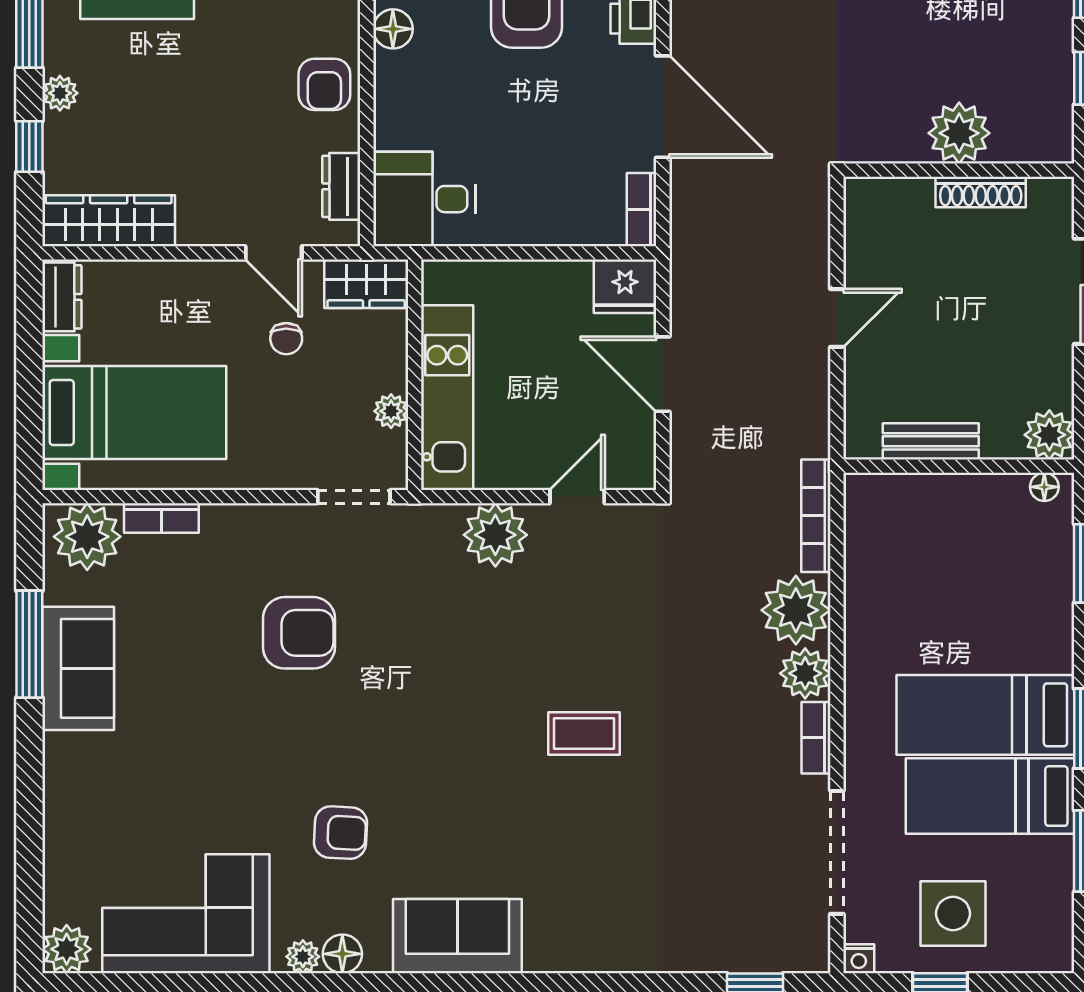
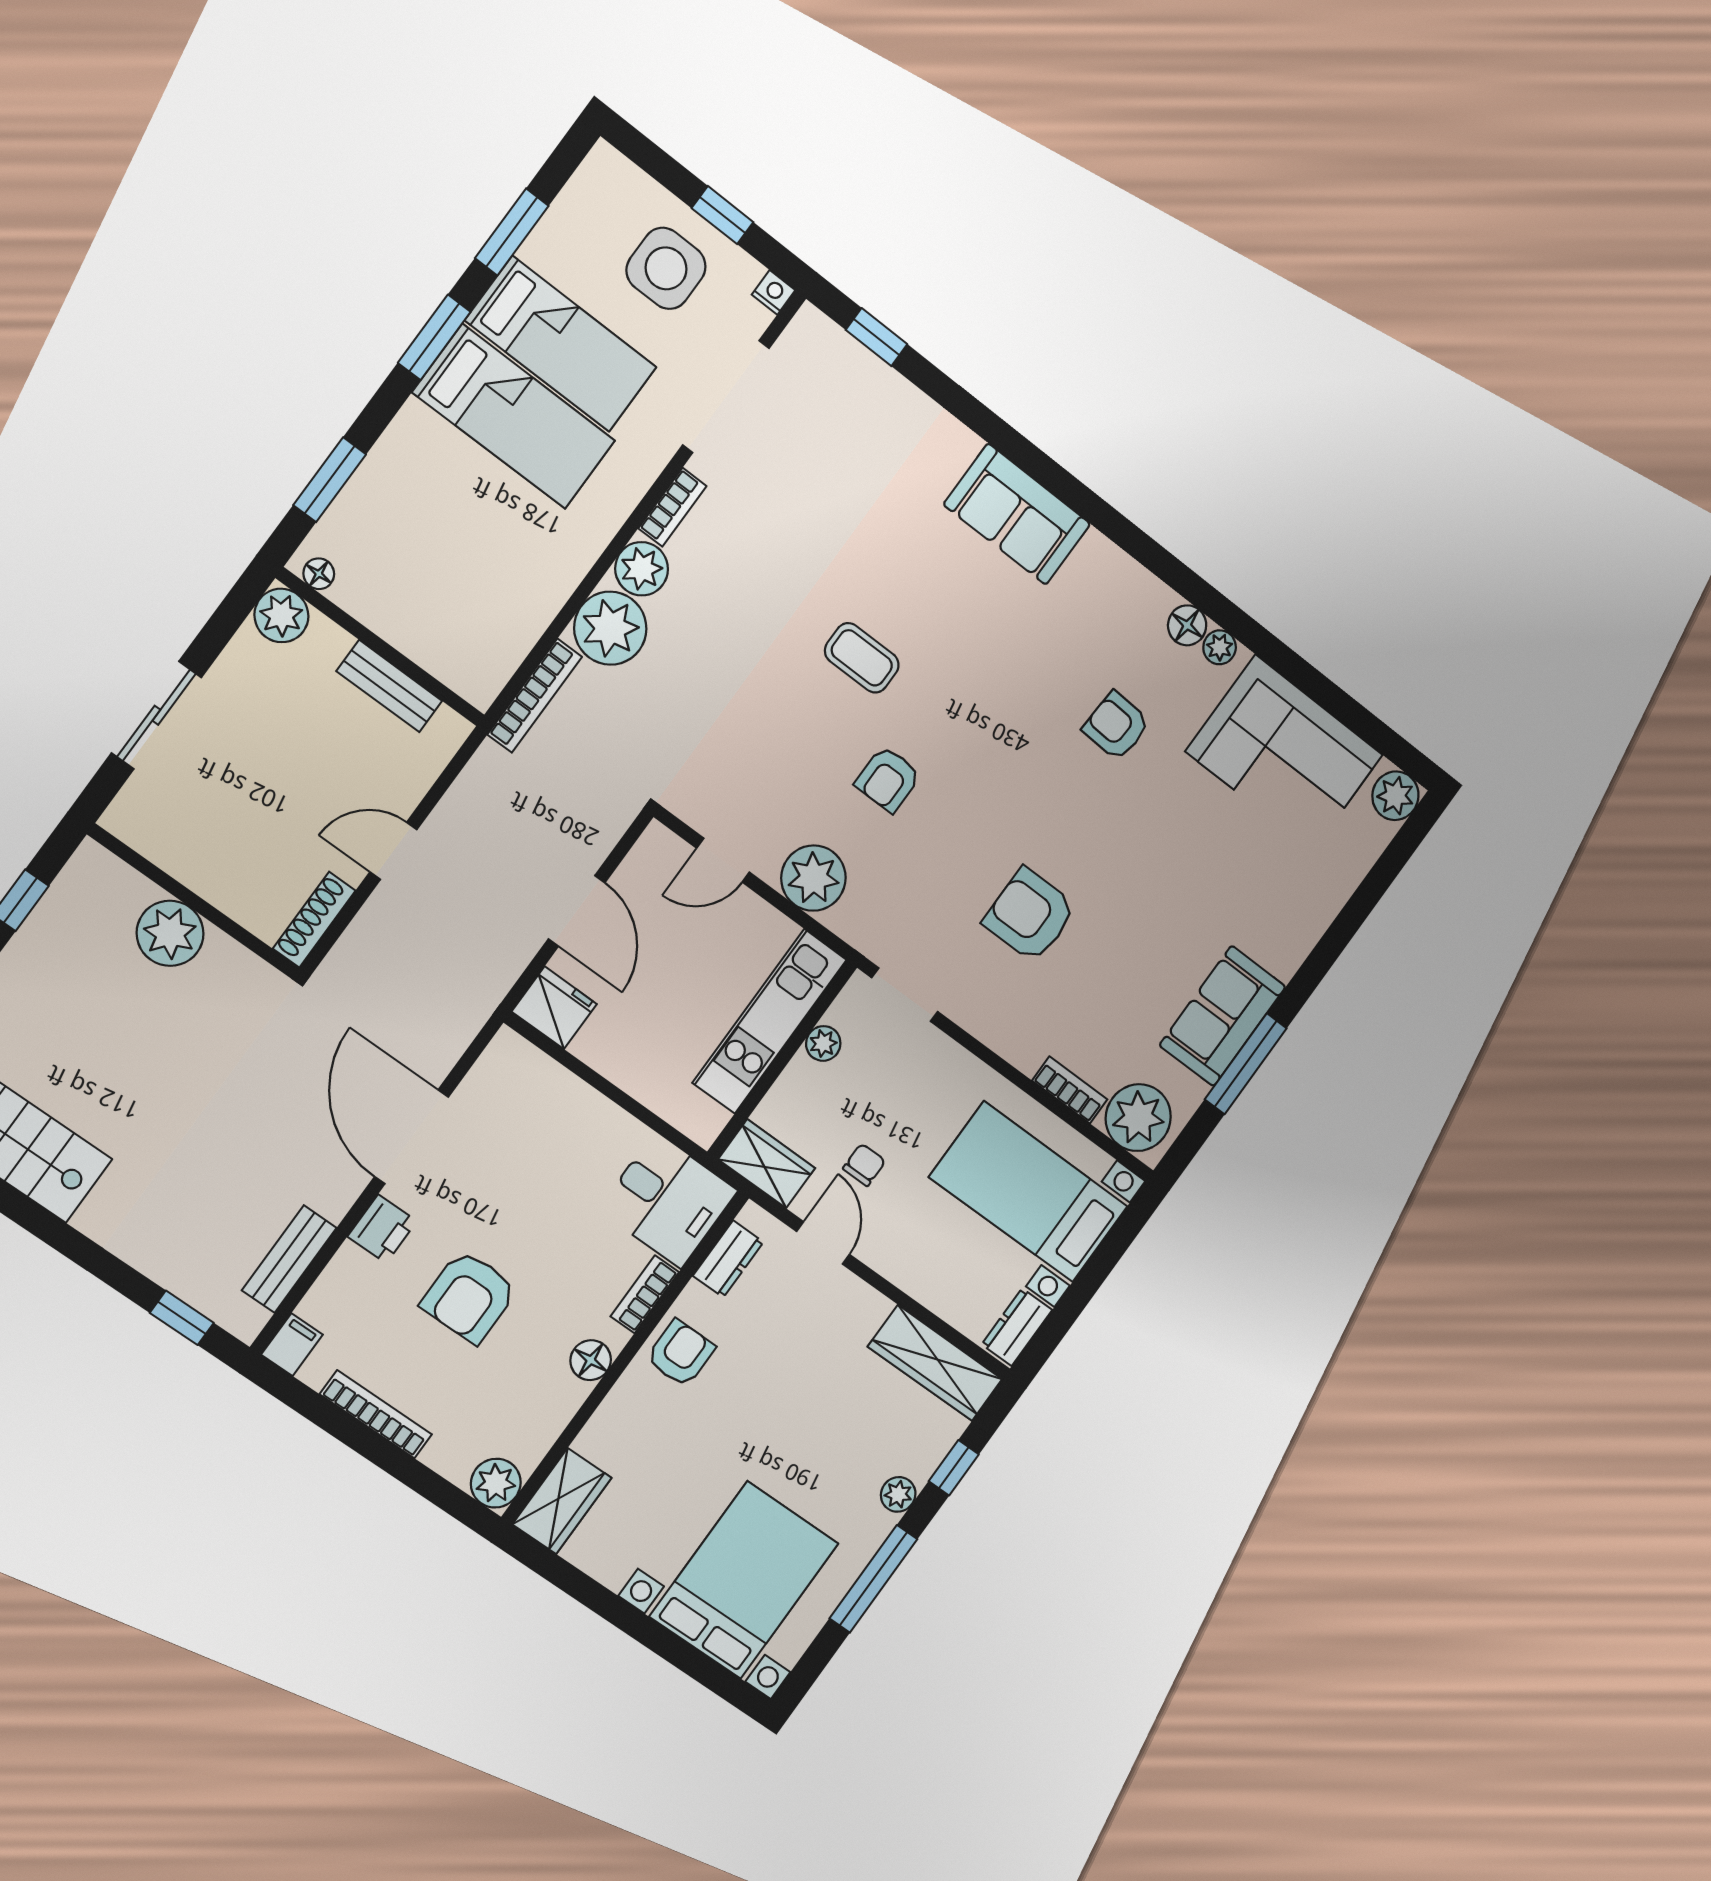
shoe rack: (981, 192) -> (314, 920), moved, turned -90
bookcase: (641, 210) -> (645, 1294), moved, turned 180
armchair: (493, 655) -> (888, 779), added
sofa: (457, 936) -> (1017, 514), moved

